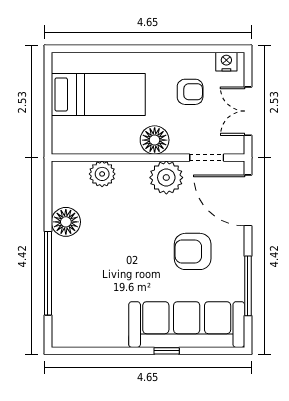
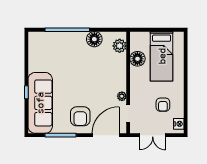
double door: (248, 111) -> (153, 135), swing flipped
floor lamp: (155, 140) -> (137, 59), moved
plant: (102, 174) -> (120, 46), moved
plant: (166, 178) -> (122, 96), width x0.53, depth x0.53
armchair: (193, 251) -> (80, 116), moved, turned 180

